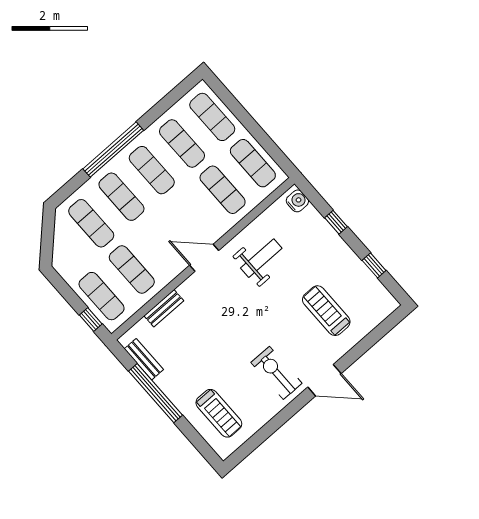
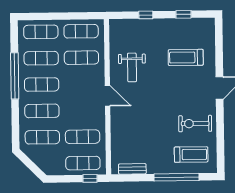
window: (113, 150) -> (15, 76), moved
water cooler: (297, 201) -> (119, 25), removed
door: (204, 258) -> (107, 96), swing flipped
weight bench: (261, 258) -> (132, 67), turned 180
bench: (164, 308) -> (115, 137), removed
exercise bike: (276, 373) -> (195, 124), moved
window: (155, 393) -> (176, 177), moved

